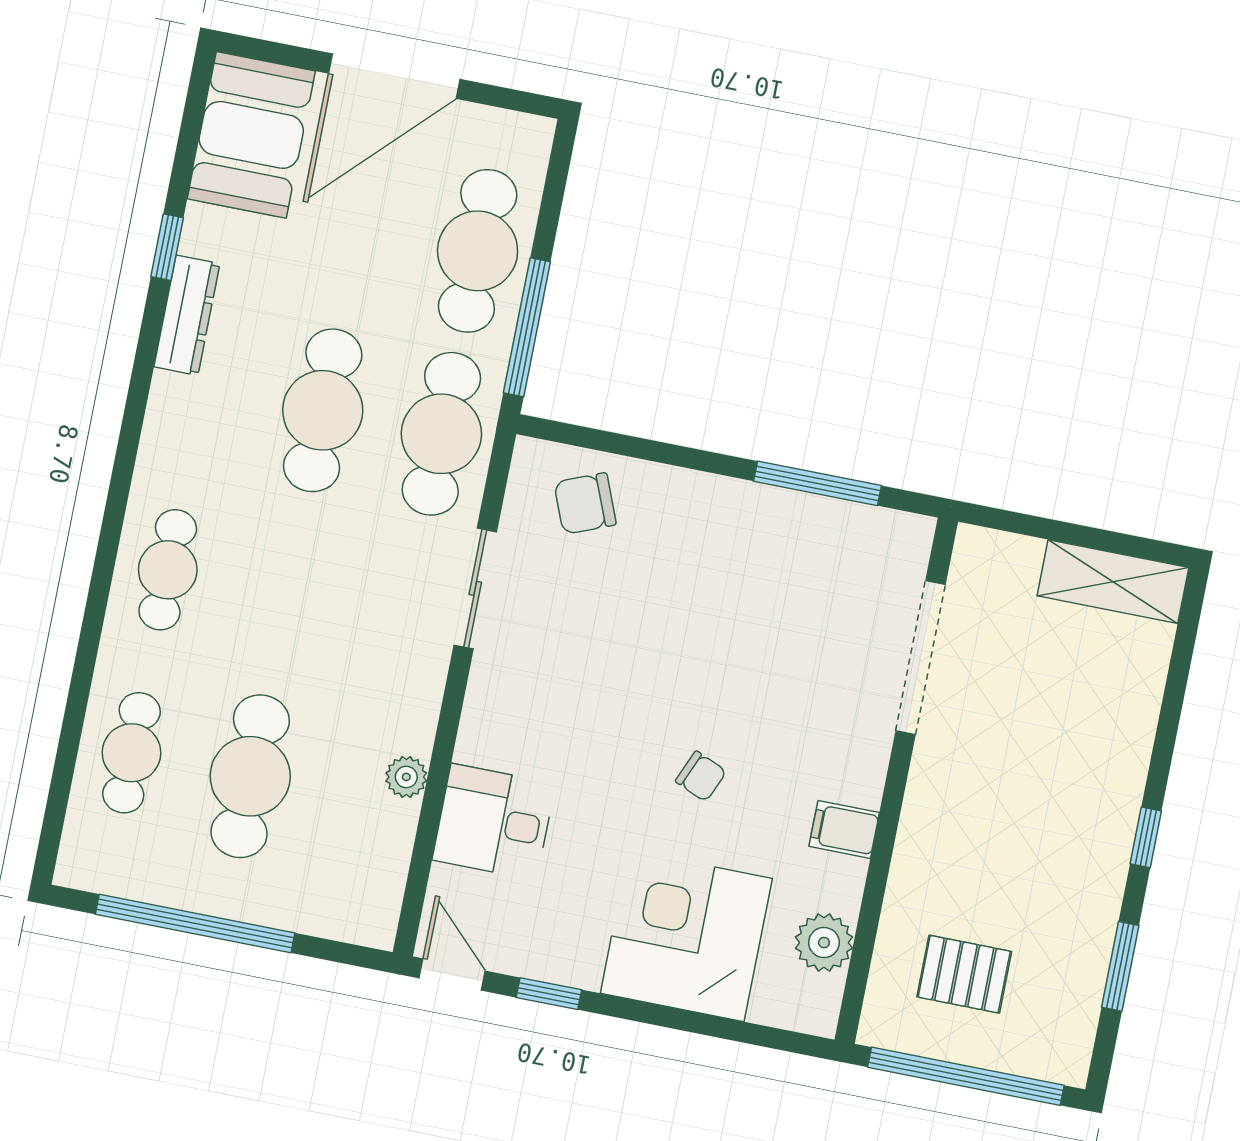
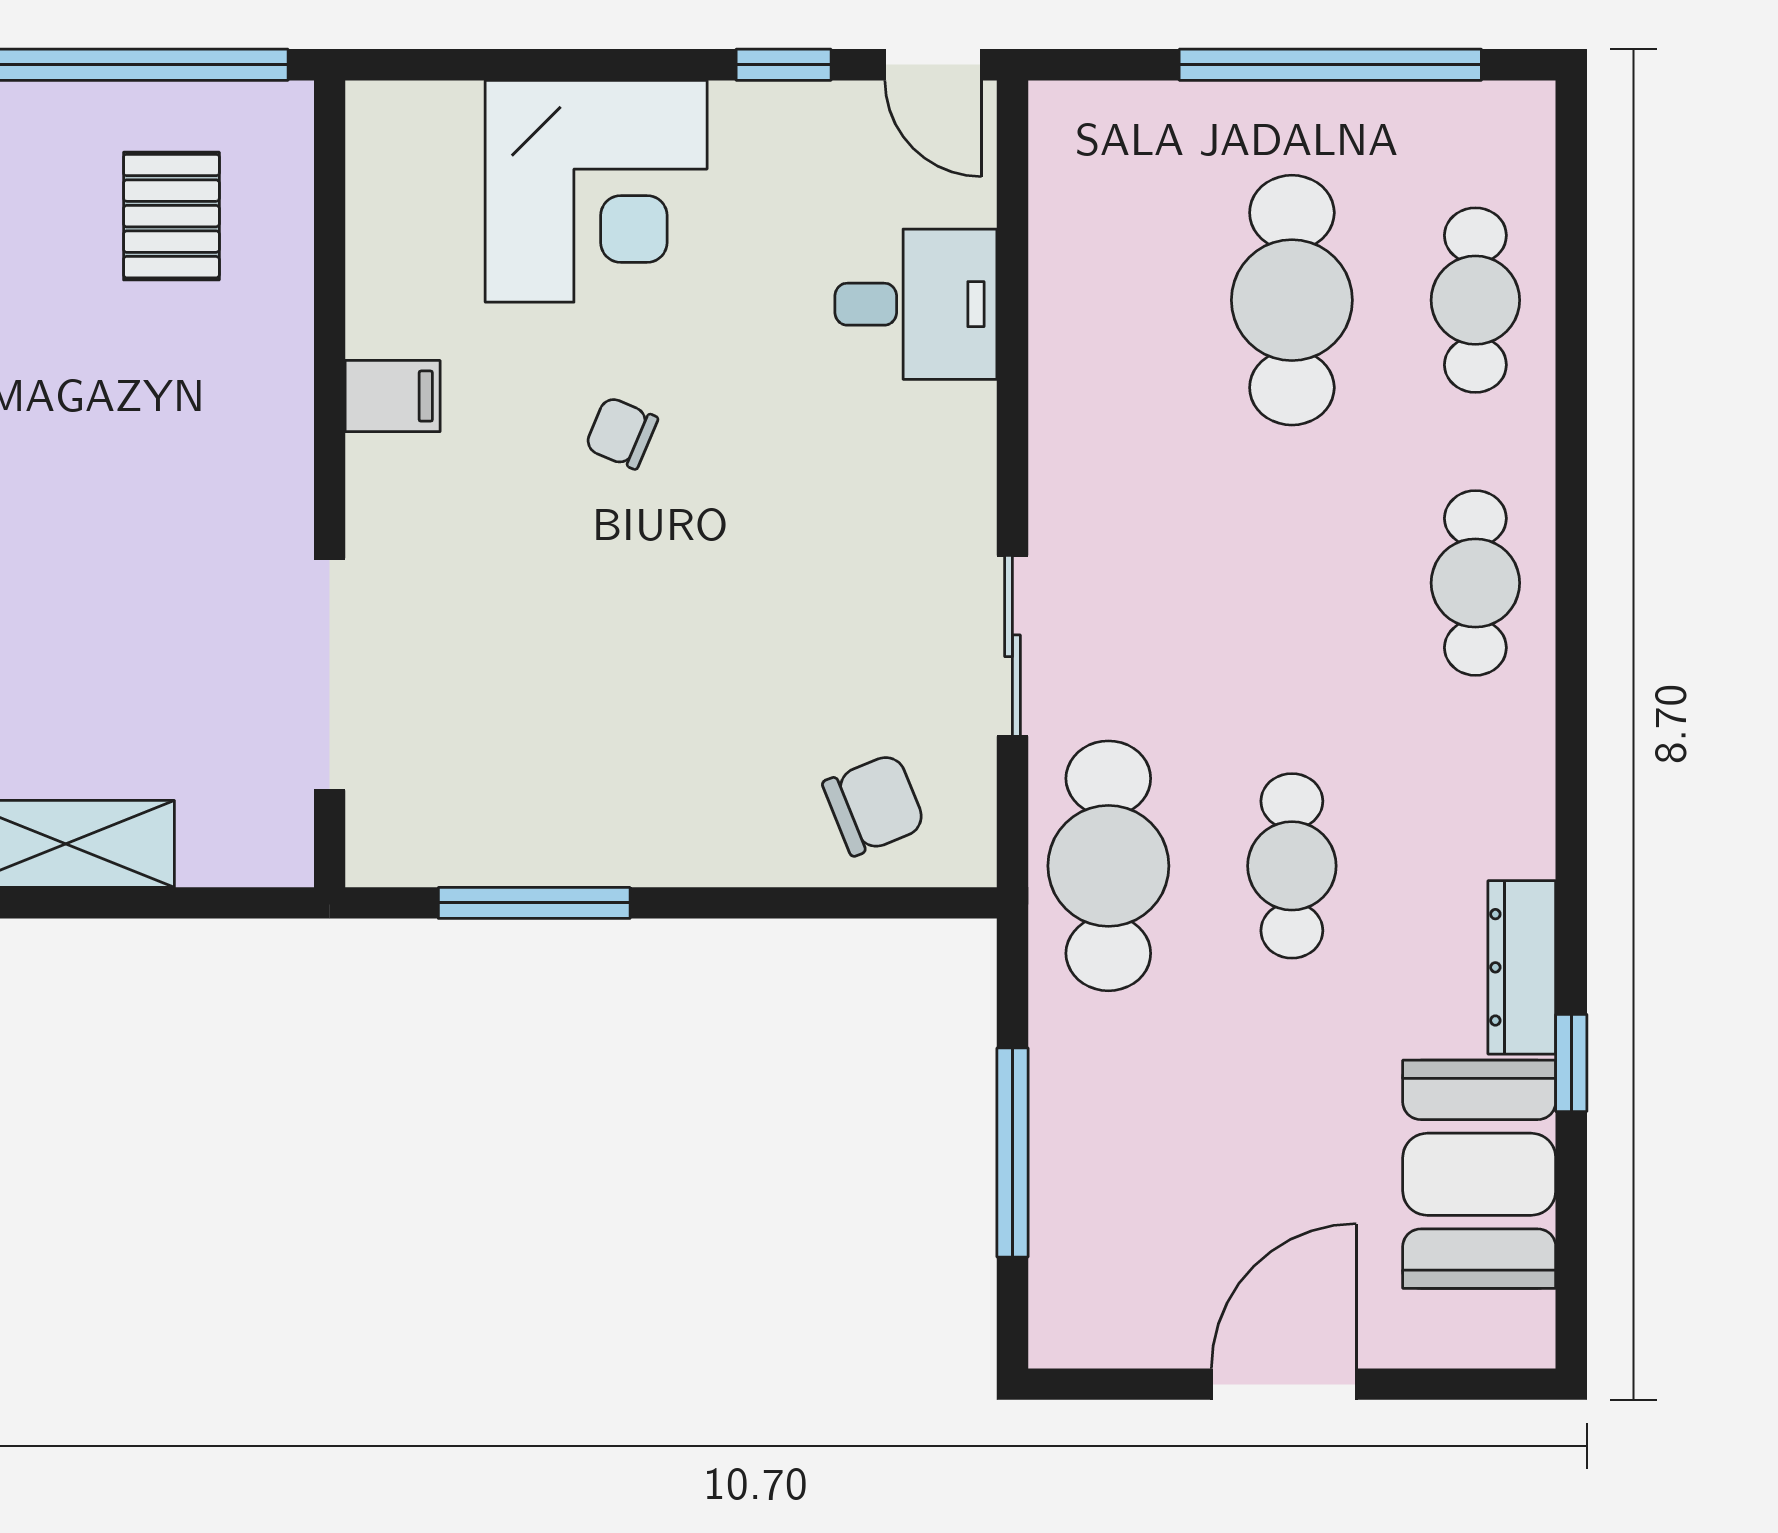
door: (394, 76) -> (1284, 1384), width x0.73
booth: (251, 135) -> (1479, 1174), moved
cafe table: (478, 251) -> (1108, 1149), removed
window: (527, 327) -> (1012, 1152), moved
cafe table: (323, 410) -> (1292, 866), width x0.73, depth x0.74
plant: (406, 777) -> (1060, 345), removed
plant: (824, 943) -> (389, 222), removed
pallet: (964, 974) -> (171, 216), turned 90

